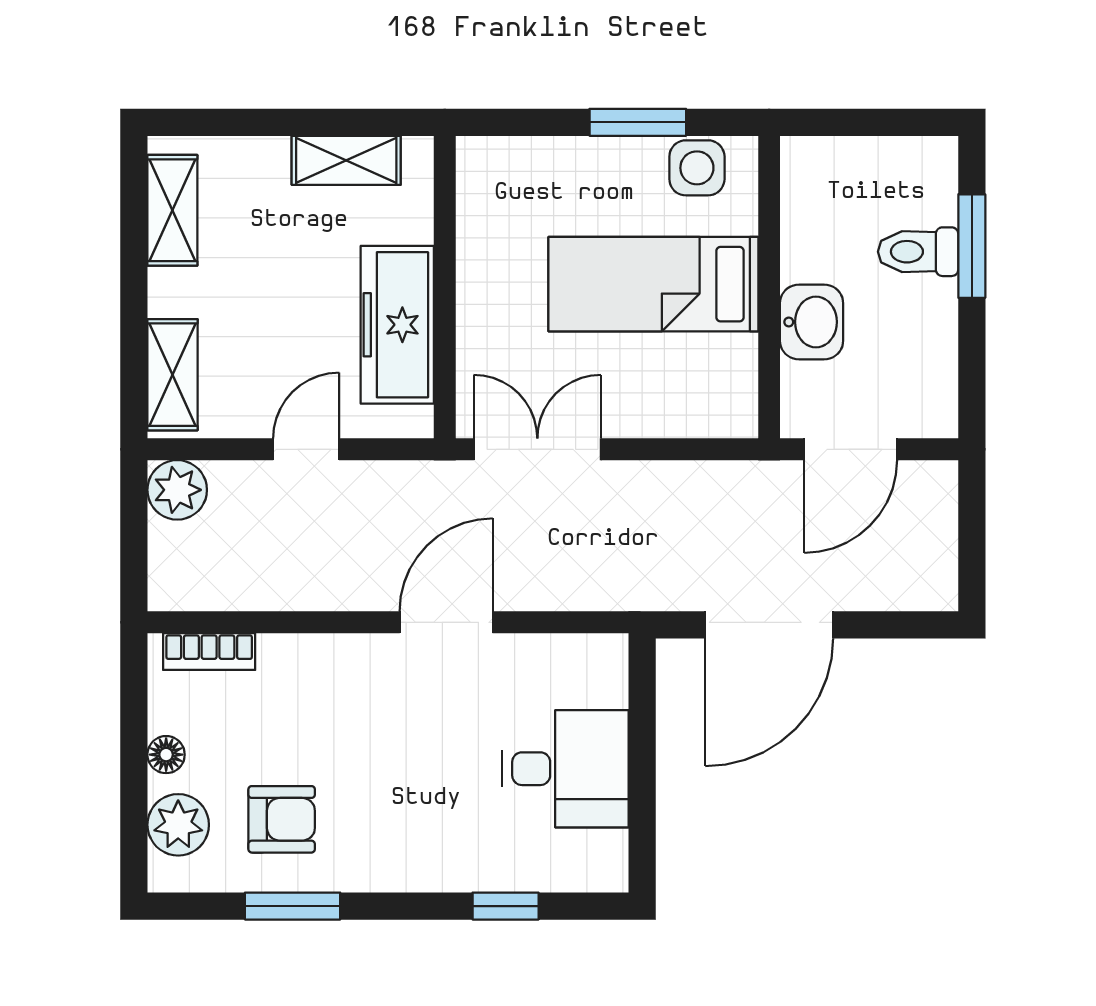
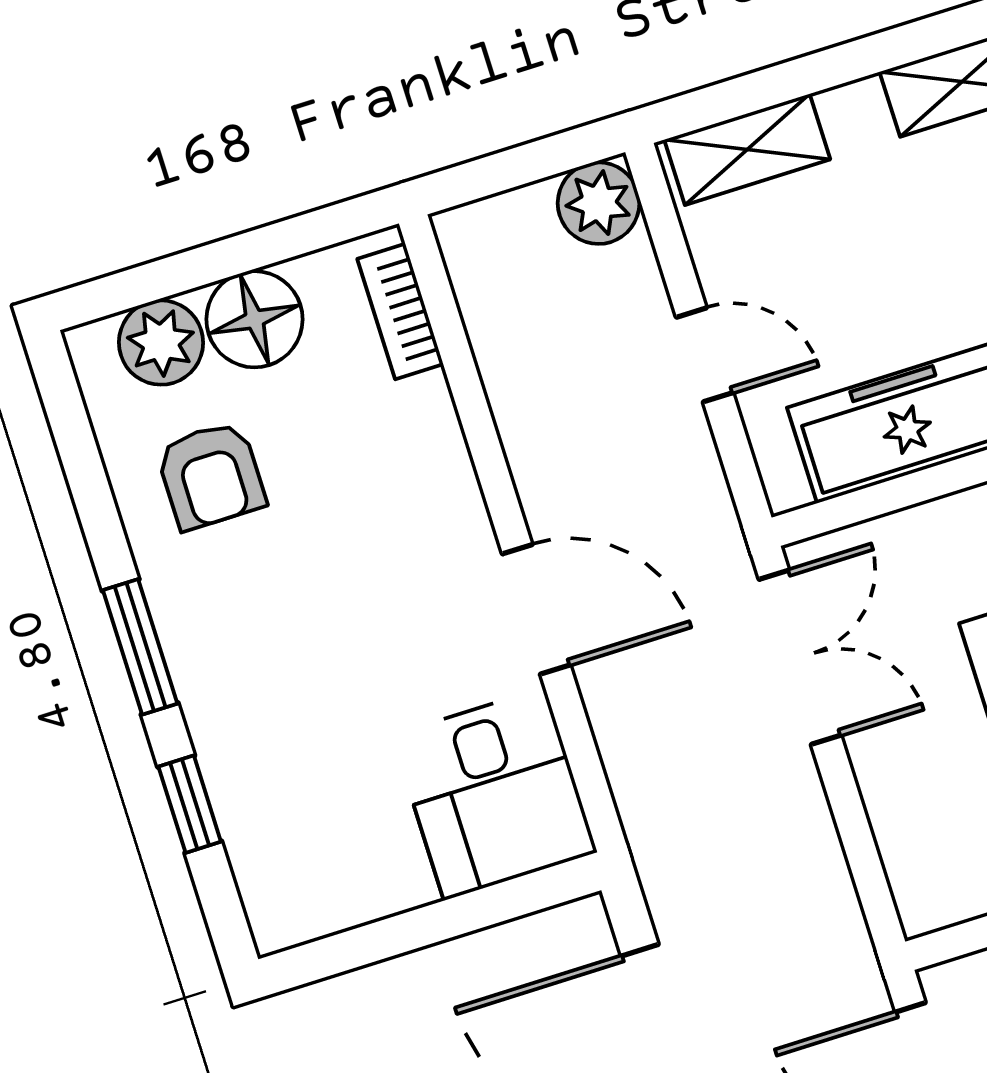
floor lamp: (166, 755) -> (255, 319), width x1.89, depth x1.89
desk: (565, 769) -> (495, 794), moved
window: (293, 906) -> (140, 647), moved

